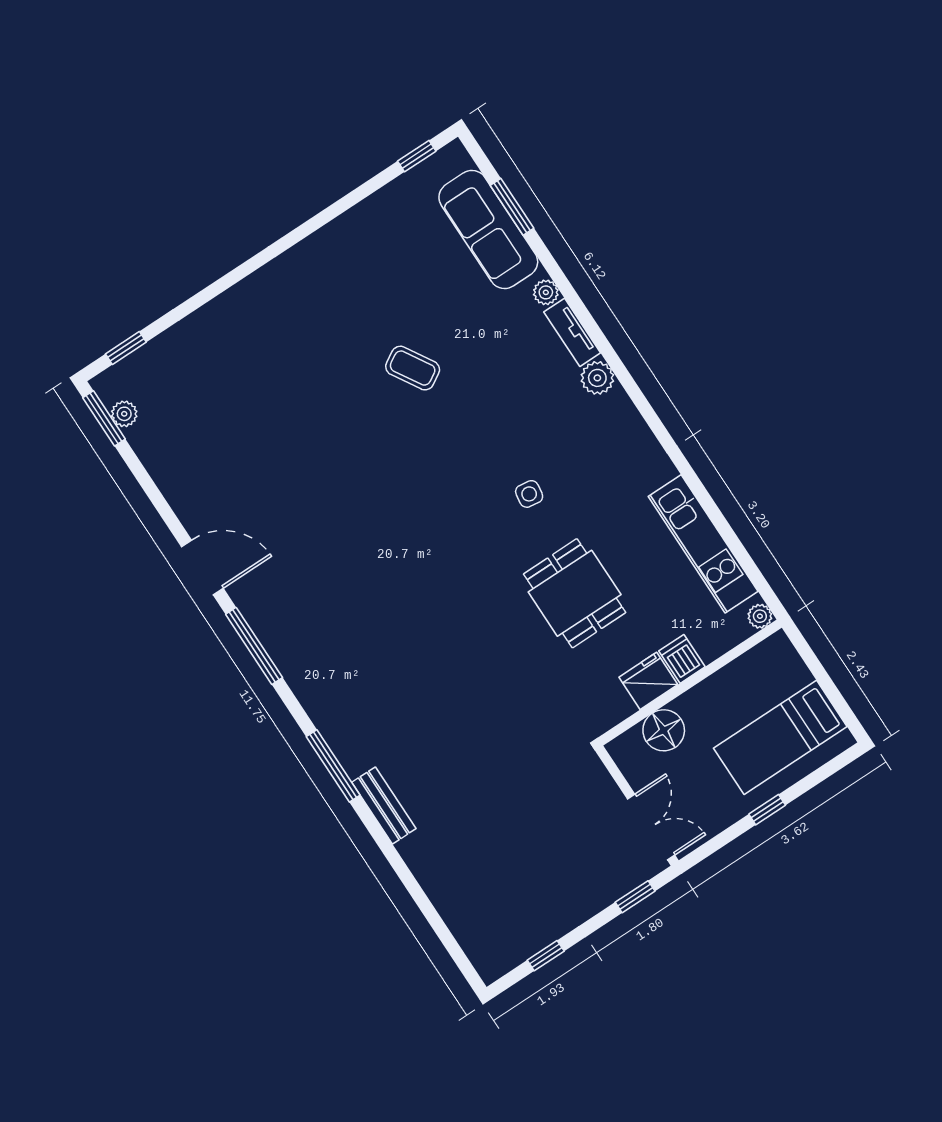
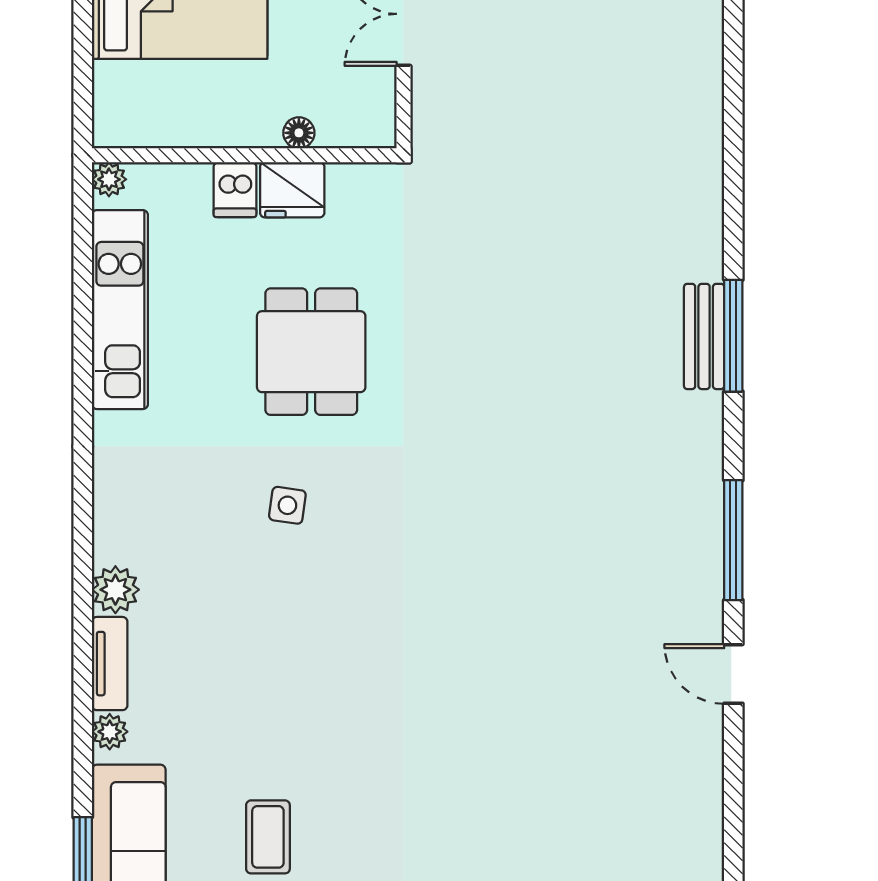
coffee table: (413, 368) -> (268, 837), moved, turned 31
door: (202, 567) -> (733, 674), width x0.73
floor lamp: (664, 730) -> (299, 133), width x0.53, depth x0.53
bench: (384, 805) -> (704, 336), moved

